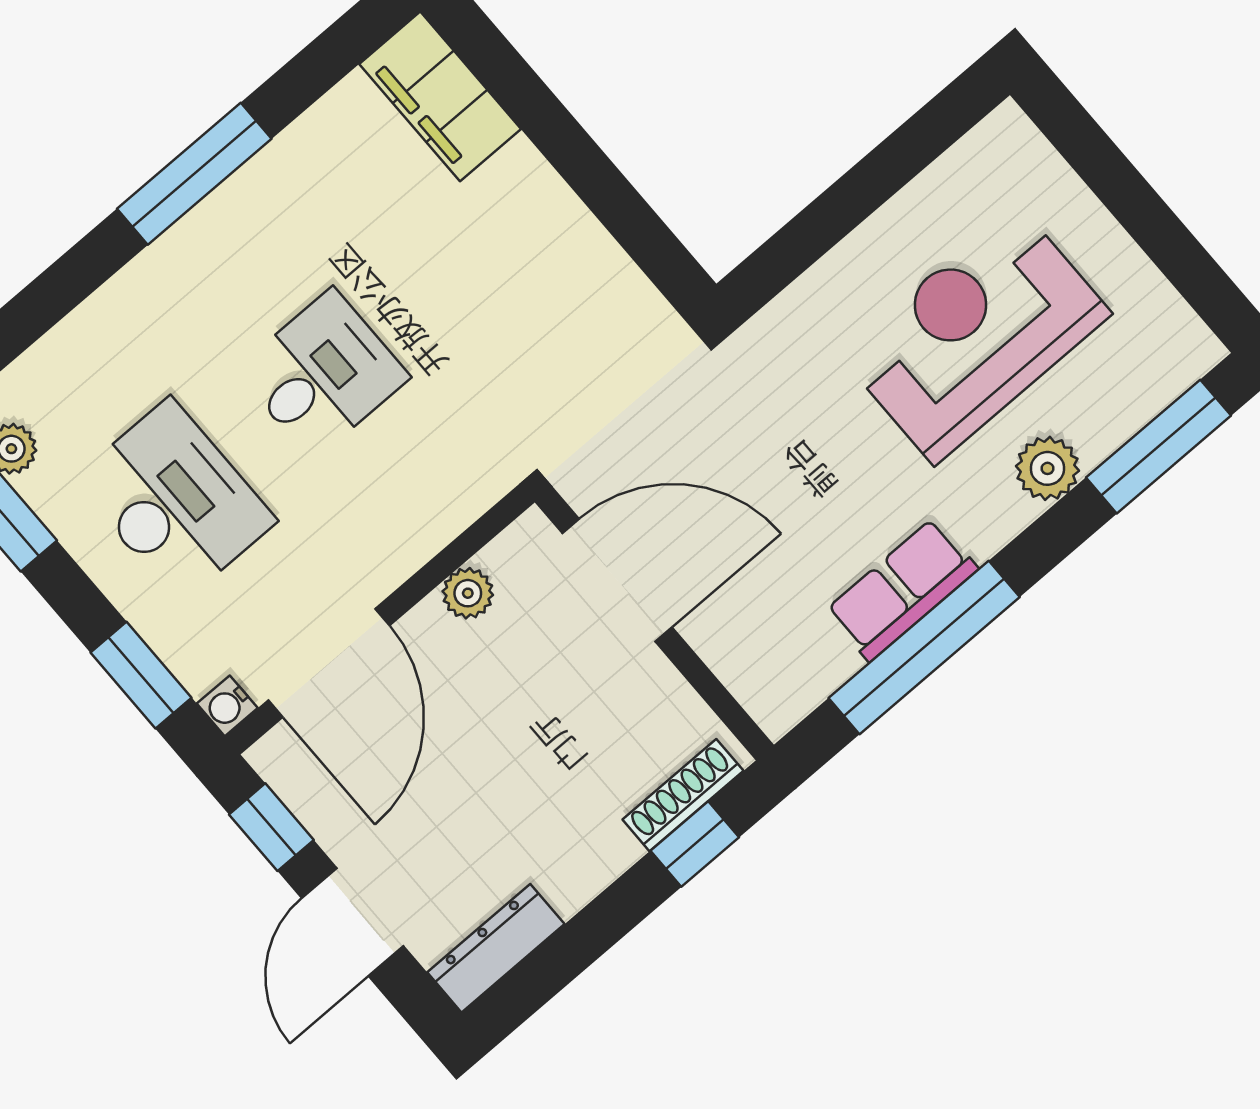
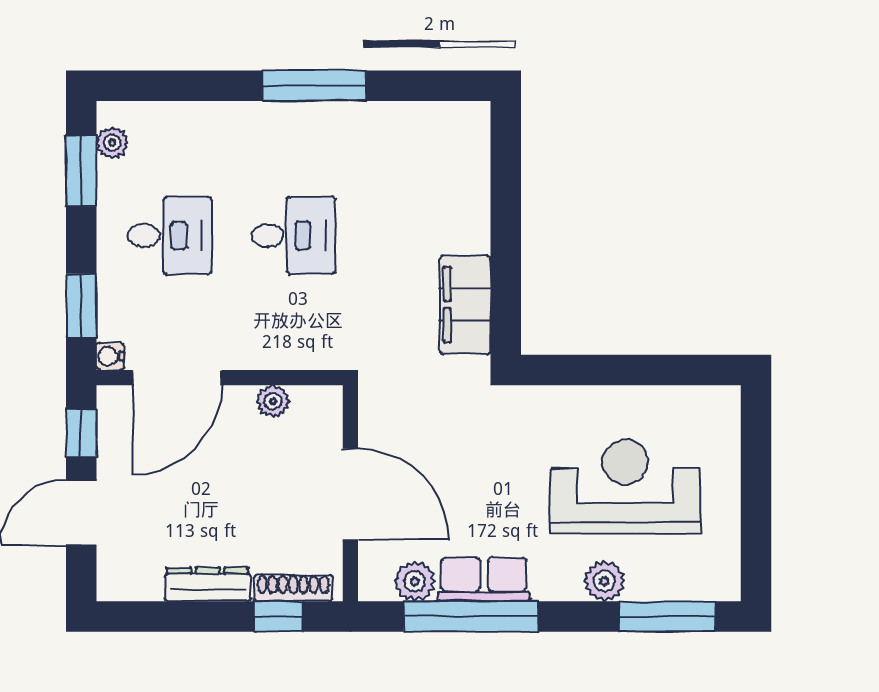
filing cabinet: (440, 96) -> (465, 305), moved
desk: (175, 501) -> (170, 235), width x0.73
door: (617, 580) -> (350, 494), moved
plant: (821, 663) -> (415, 581), added
dresser: (496, 948) -> (208, 584), moved

